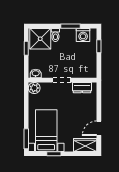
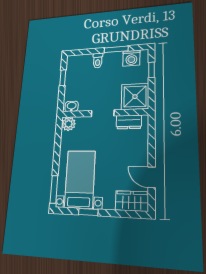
shower: (40, 39) -> (135, 97), moved
door: (99, 128) -> (152, 177), hinge flipped

